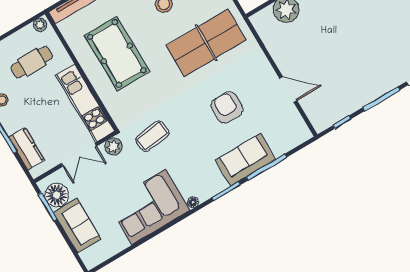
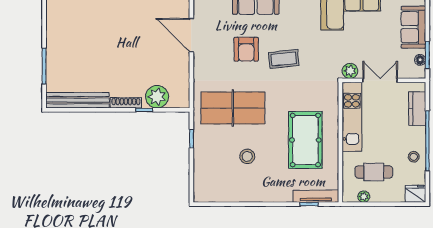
plant: (40, 25) -> (364, 197), moved
door: (288, 89) -> (191, 35), width x1.36
coffee table: (152, 136) -> (284, 59), moved
floor lamp: (57, 195) -> (420, 60), width x0.53, depth x0.53

